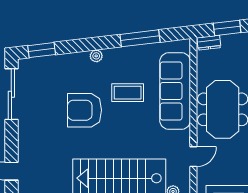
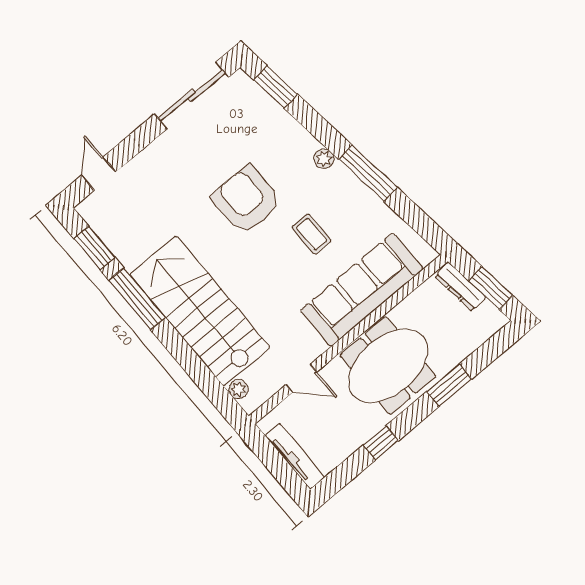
window: (140, 38) -> (368, 173), moved
dresser: (209, 43) -> (460, 287), width x1.44
coffee table: (128, 93) -> (312, 234), width x0.73, depth x0.77

